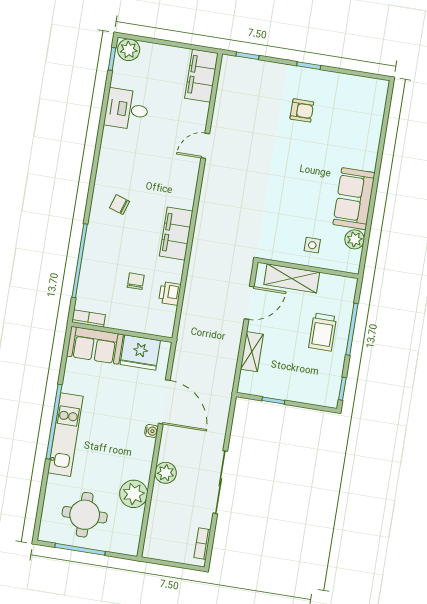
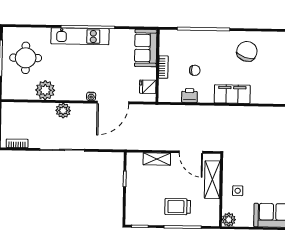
chair: (120, 205) -> (247, 51), width x1.87, depth x1.87
plant: (355, 239) -> (229, 220), moved
bookcase: (89, 318) -> (163, 67), moved
fridge: (140, 352) -> (148, 87), width x0.53, depth x0.75

